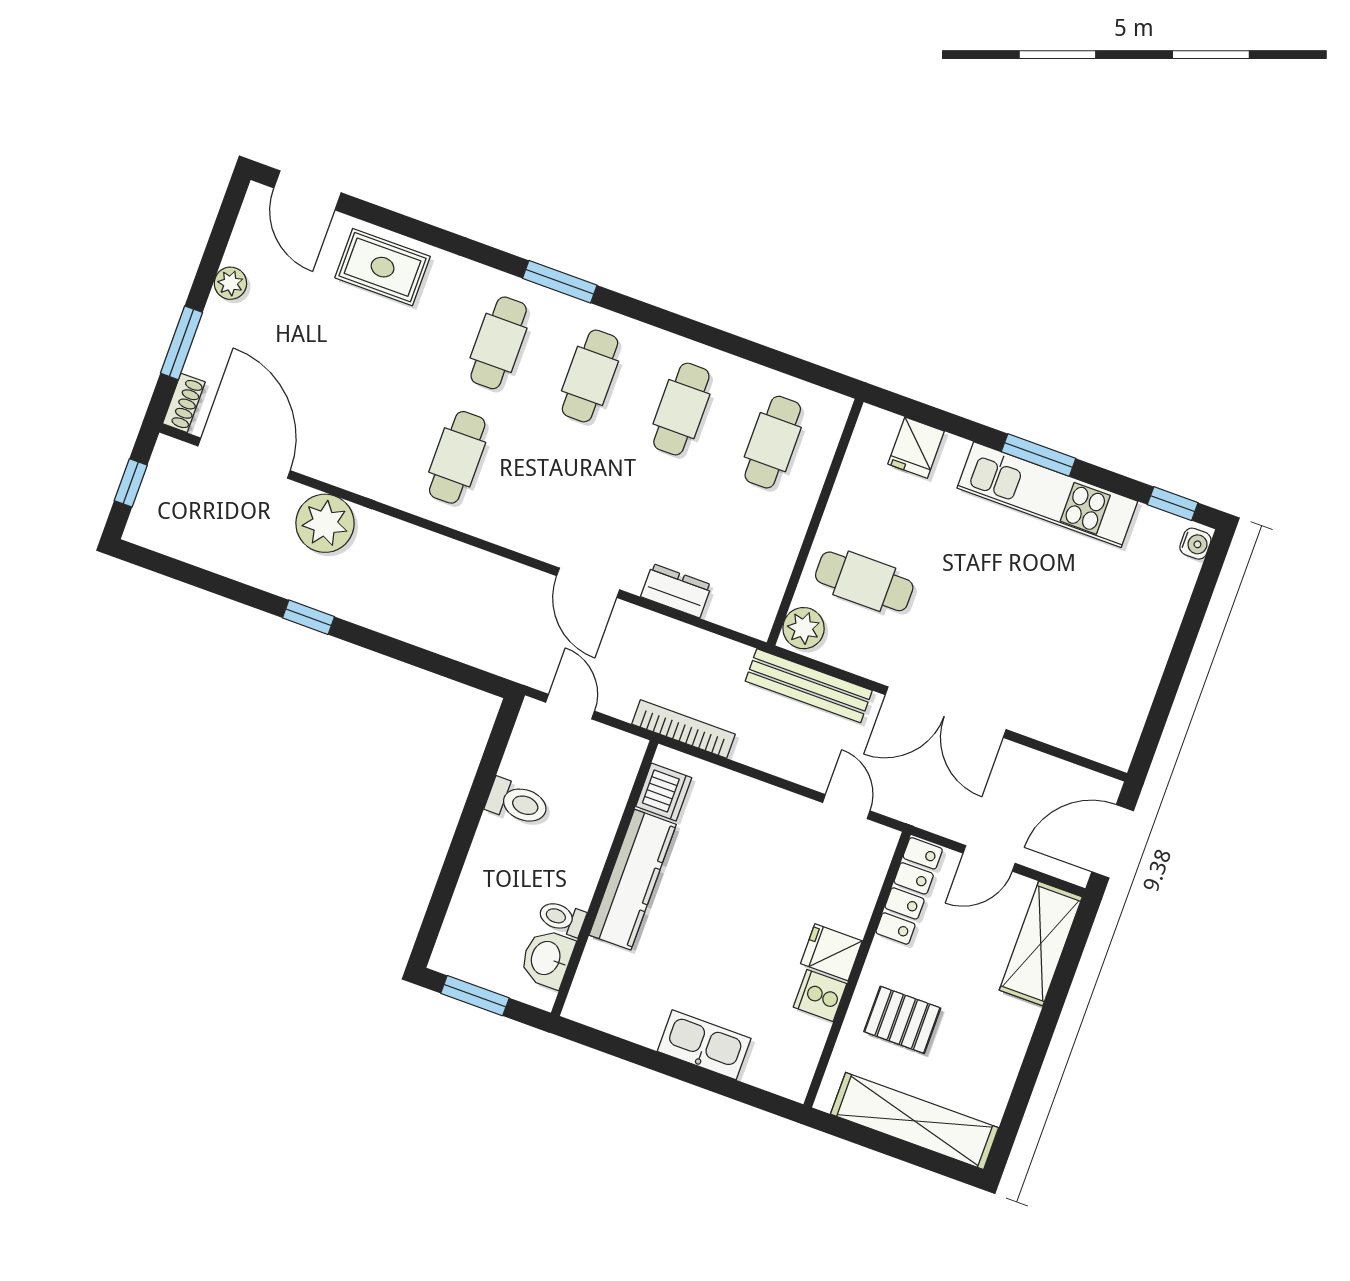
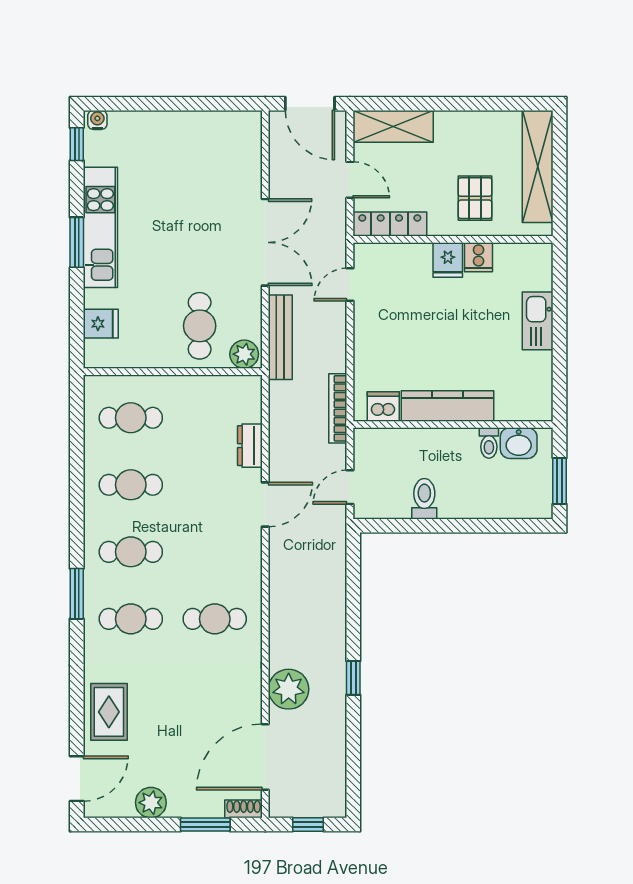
plant: (230, 283) -> (151, 803), width x1.38, depth x1.38

